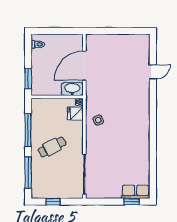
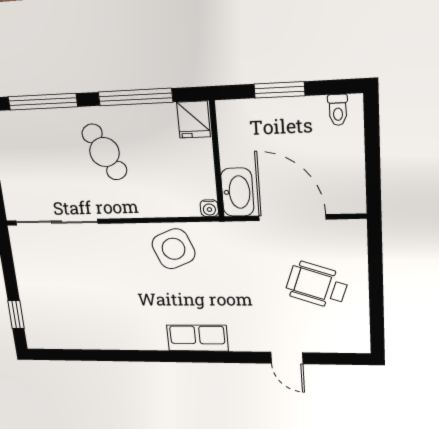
wheelchair: (116, 57) -> (317, 285), added
window: (28, 79) -> (279, 90), moved
fridge: (75, 114) -> (194, 119), moved, turned 180
side table: (98, 120) -> (174, 249), width x1.87, depth x1.87
row of seats: (136, 192) -> (197, 338), moved, turned -90

